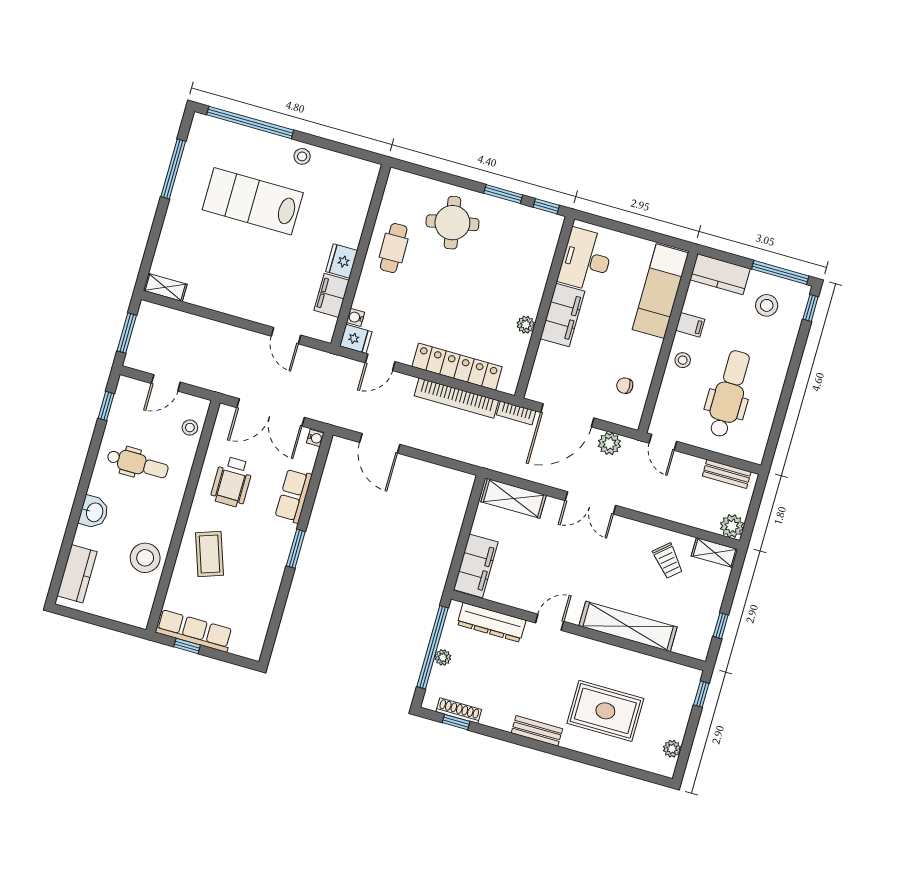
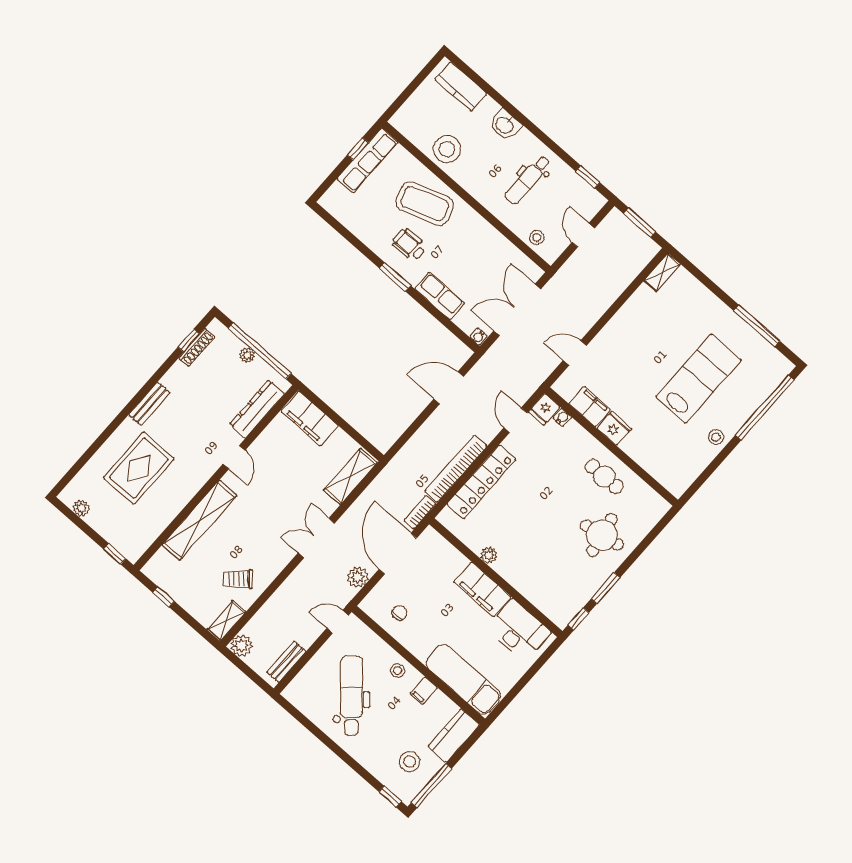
dental chair: (729, 394) -> (351, 695), turned -131
wheelchair: (232, 482) -> (409, 245), moved, width x0.73, depth x0.73
coffee table: (210, 554) -> (425, 204), width x1.36, depth x1.32

